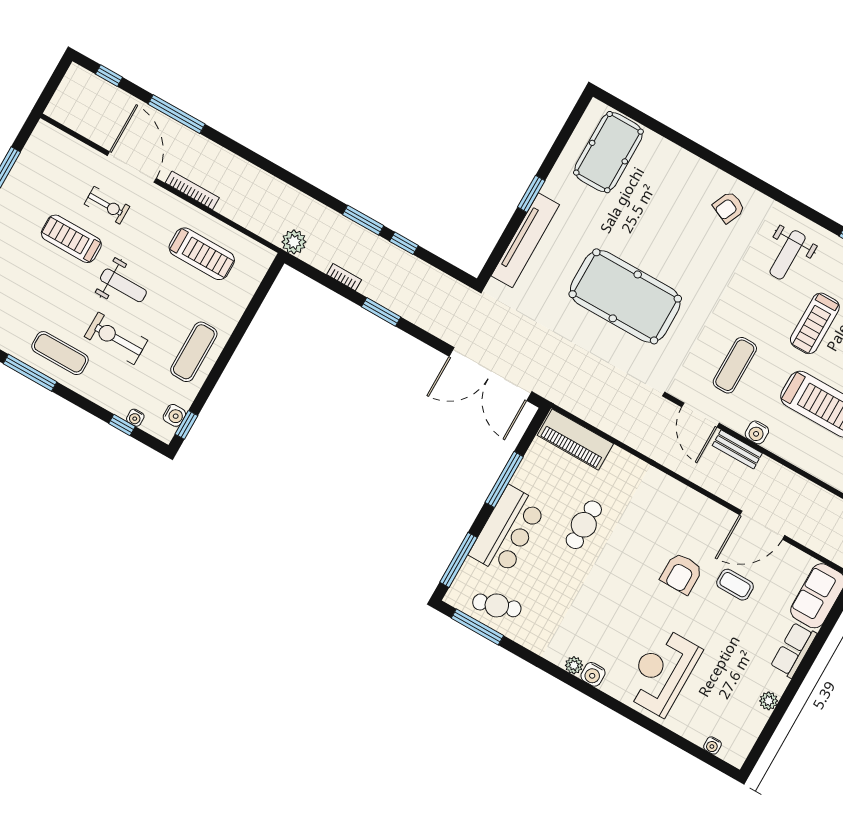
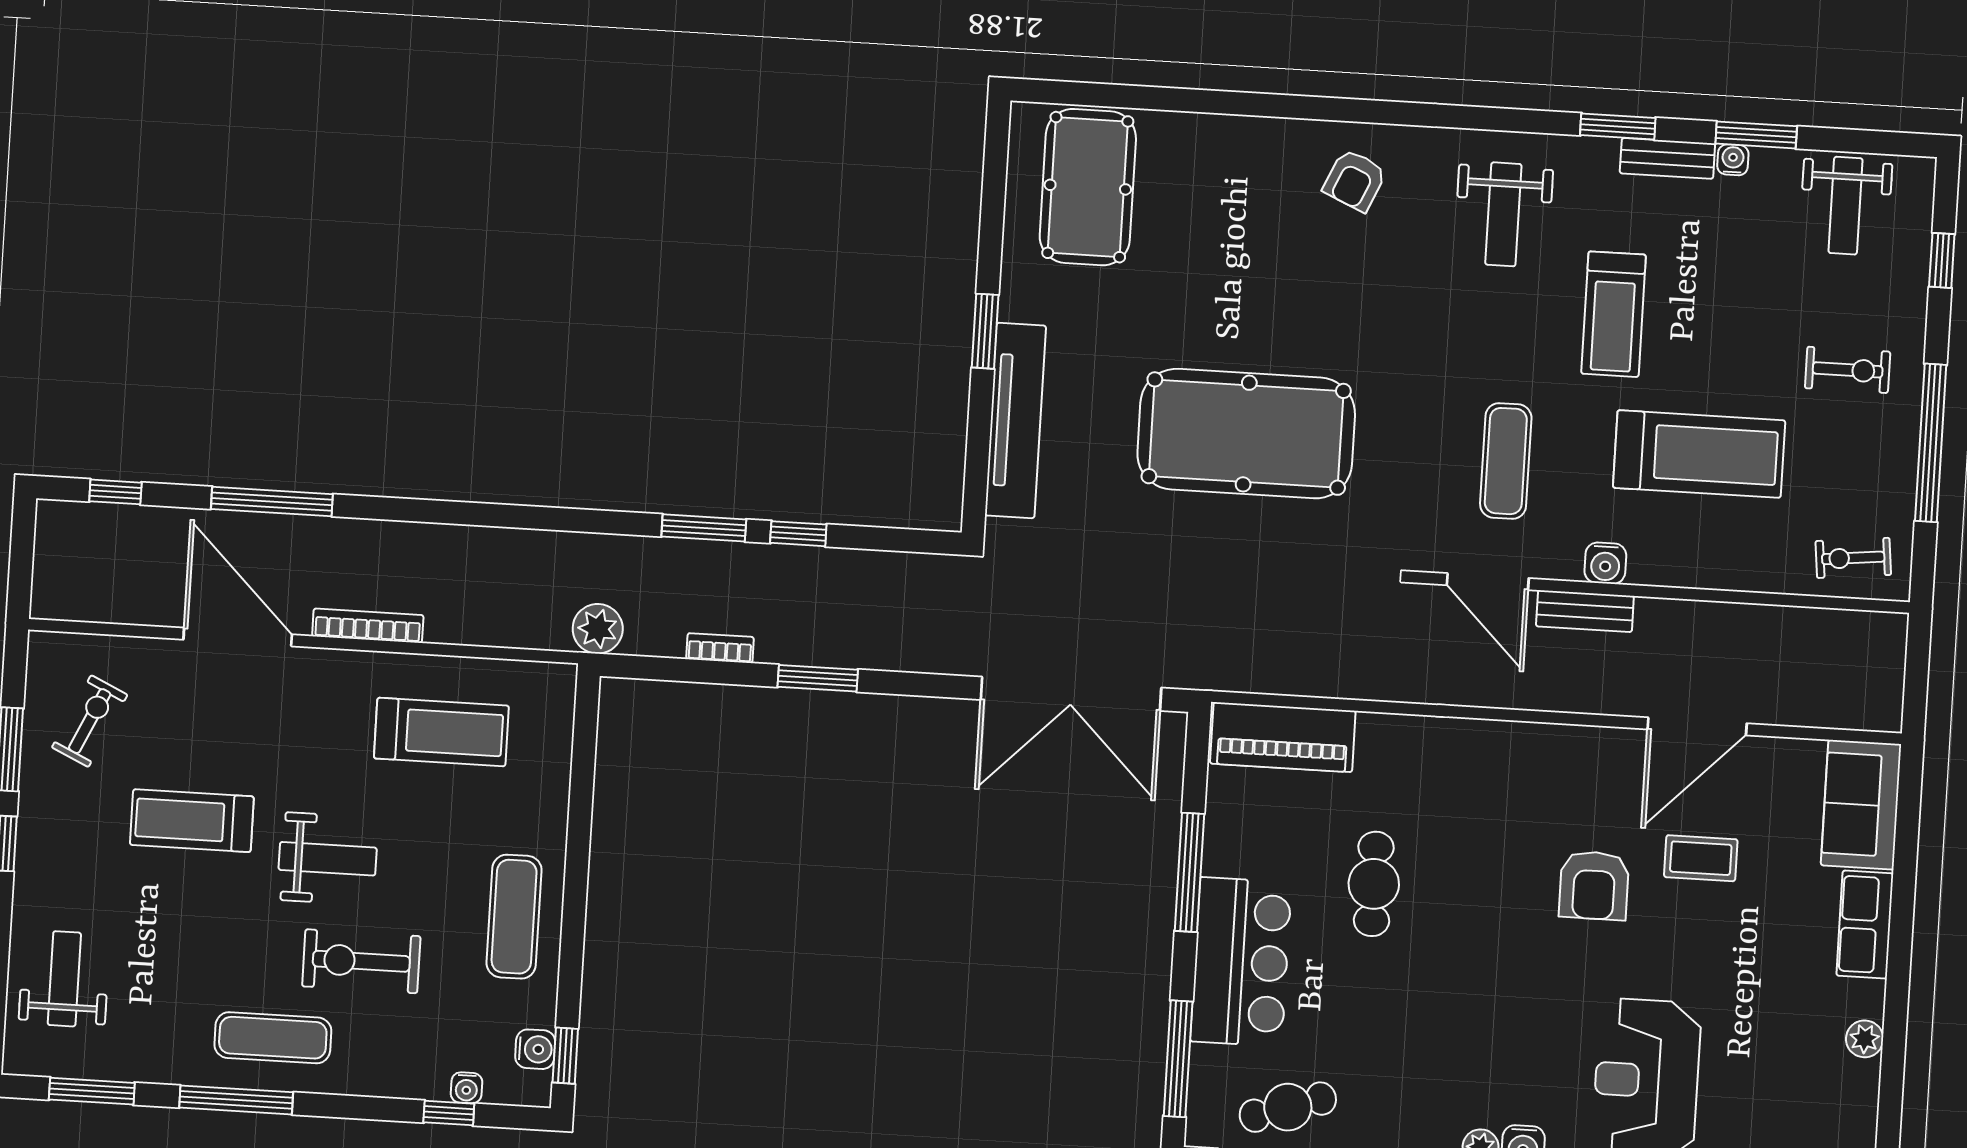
exercise bike: (107, 205) -> (90, 721), moved, turned -65

